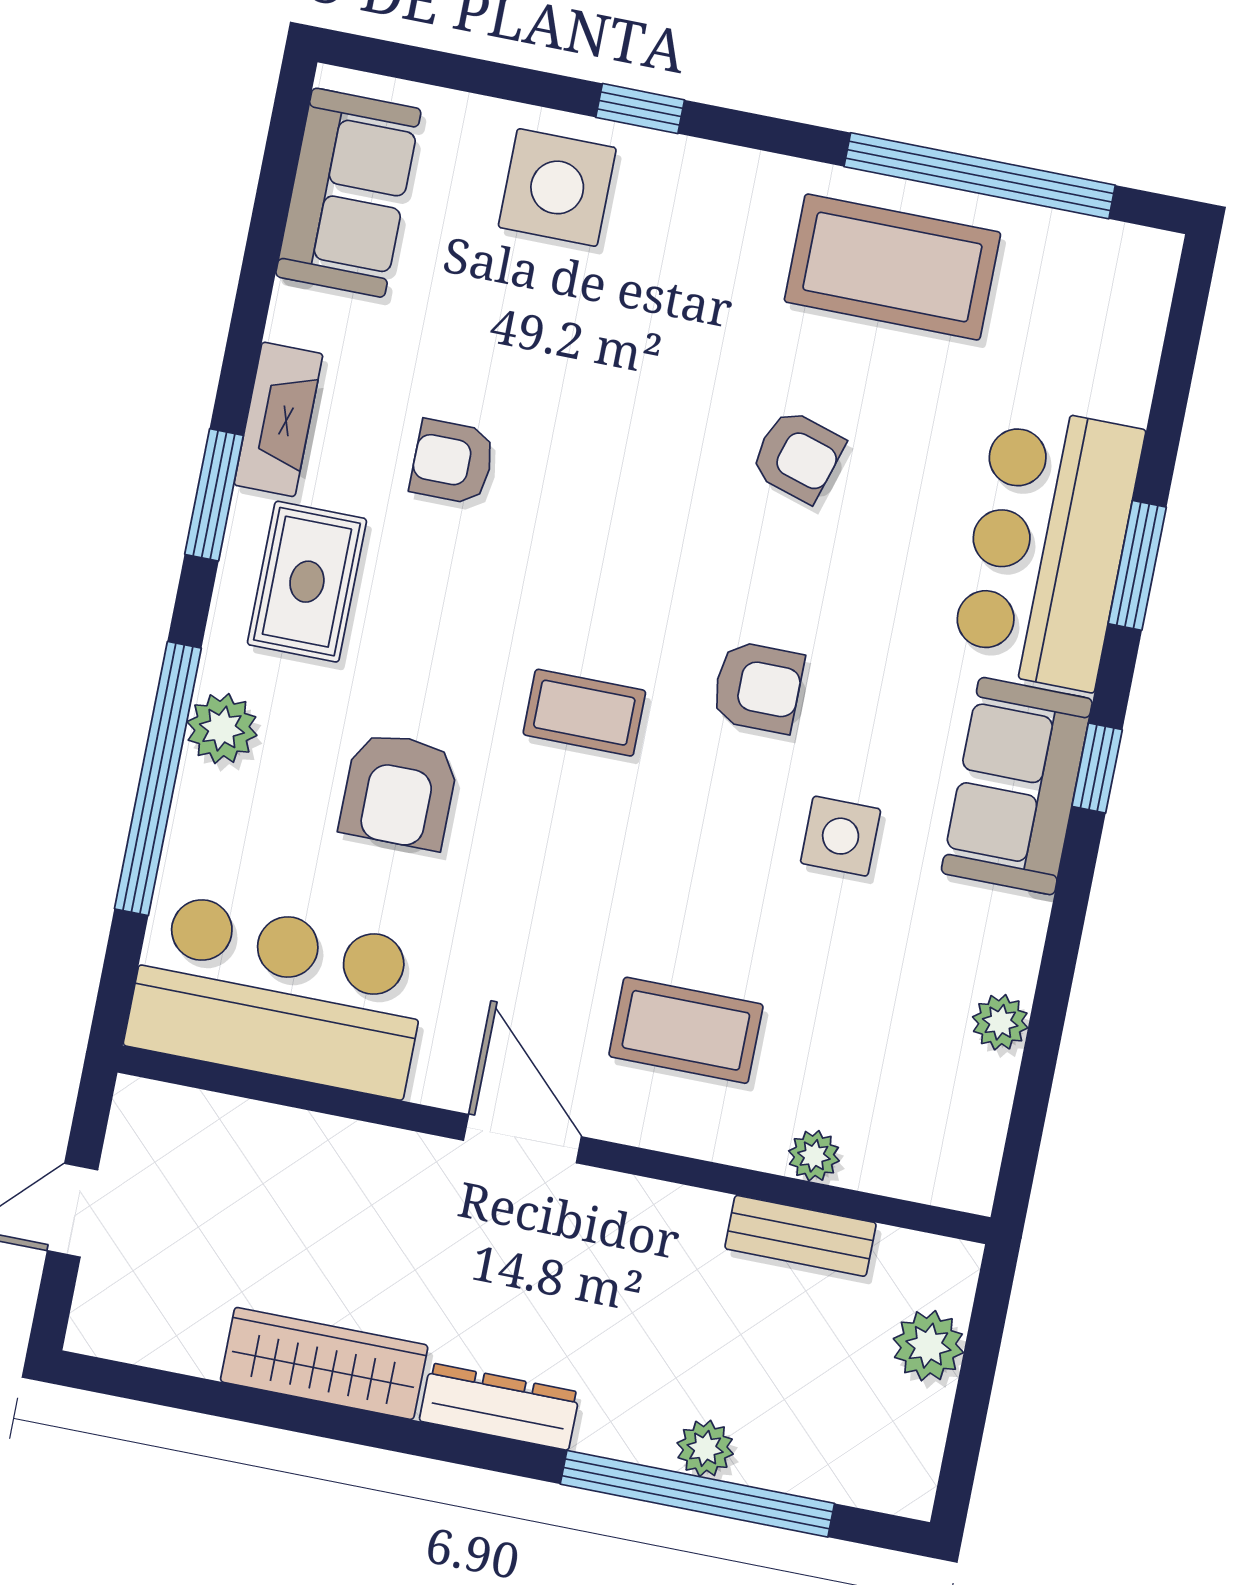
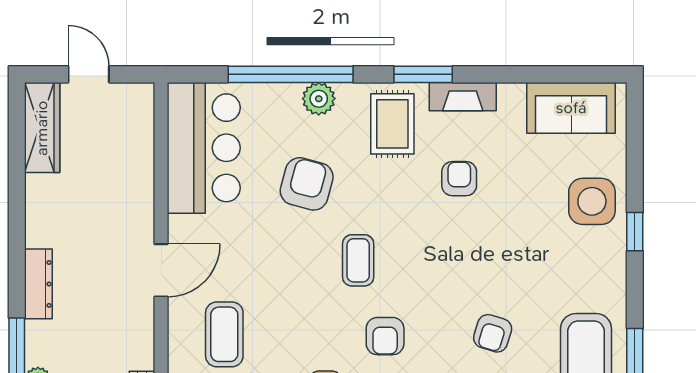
rug: (307, 582) -> (392, 124), turned 90
armchair: (399, 790) -> (307, 184), turned 105
wardrobe: (324, 1363) -> (42, 128), moved

